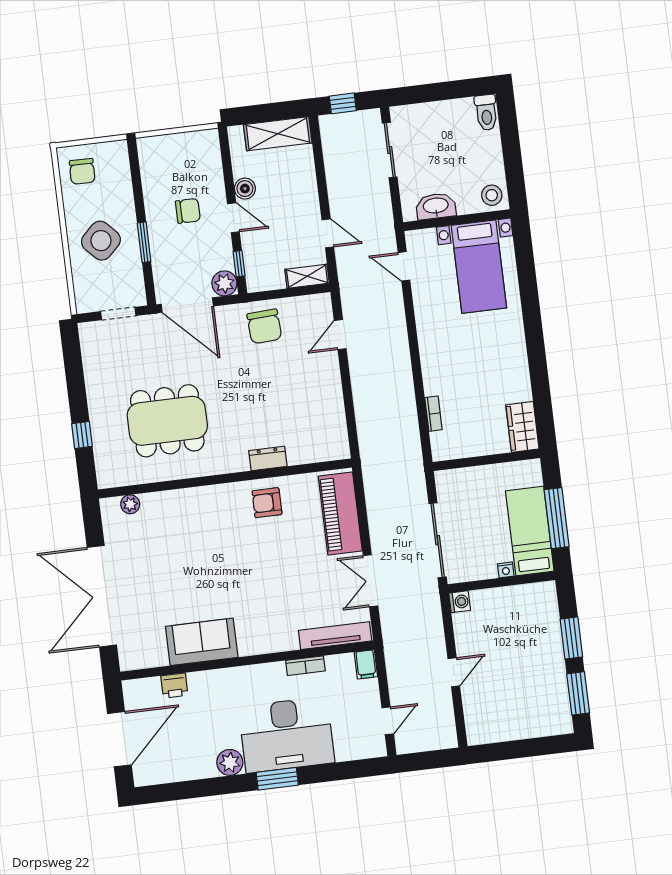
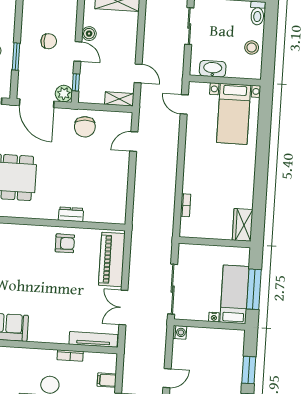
stool: (492, 195) -> (252, 47), moved
armchair: (267, 503) -> (65, 243), turned 180
filing cabinet: (366, 664) -> (107, 380), moved, turned 90

